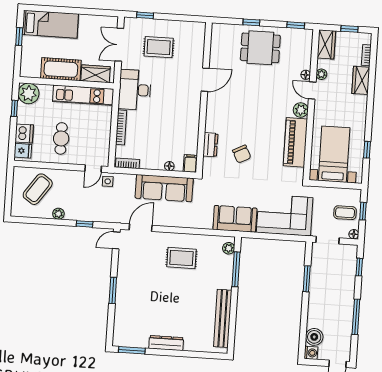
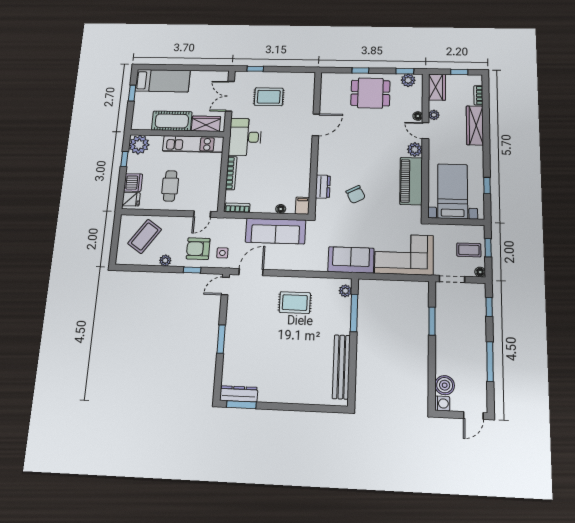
plant: (298, 36) -> (408, 80), added
wardrobe: (361, 80) -> (475, 125), width x1.50
side table: (108, 181) -> (222, 253), moved
armchair: (90, 203) -> (198, 249), added
dresser: (166, 343) -> (239, 394), moved

